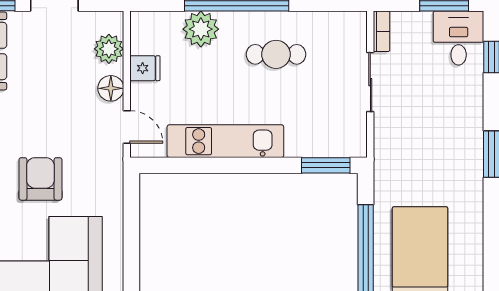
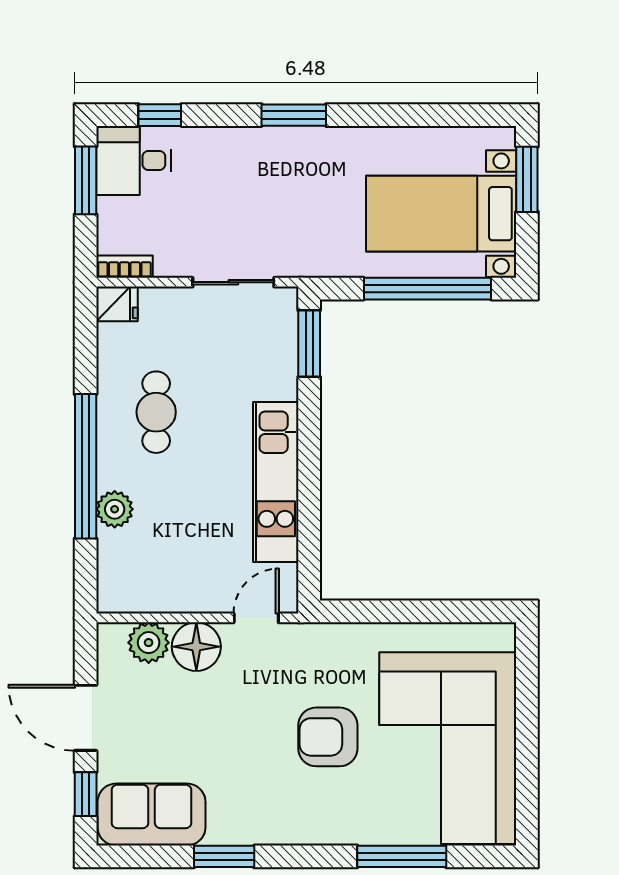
plant: (201, 29) -> (115, 509), width x0.73, depth x0.73
fridge: (145, 68) -> (117, 304), moved, turned 90
sliding door: (370, 82) -> (233, 282), moved
floor lamp: (111, 88) -> (196, 647), width x1.38, depth x1.38

